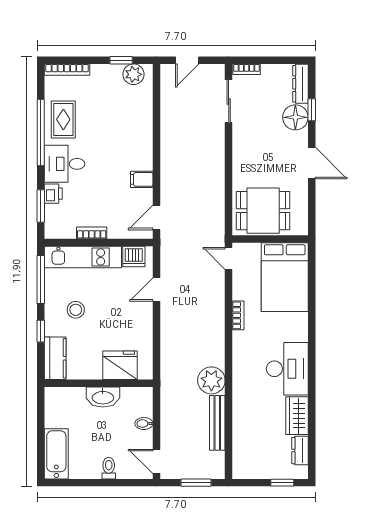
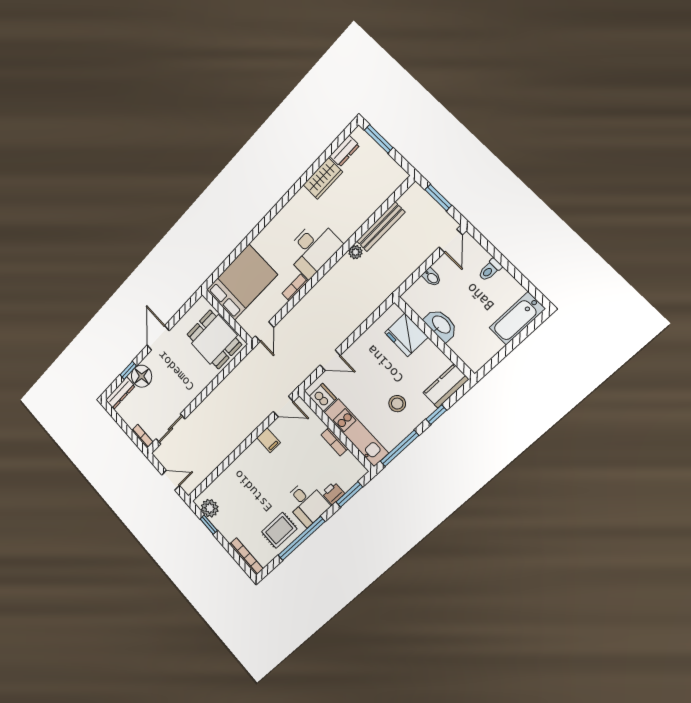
desk: (287, 369) -> (313, 249), moved, turned 180
plant: (211, 380) -> (355, 252), width x0.53, depth x0.53
window: (282, 483) -> (379, 139), width x1.50

